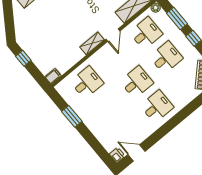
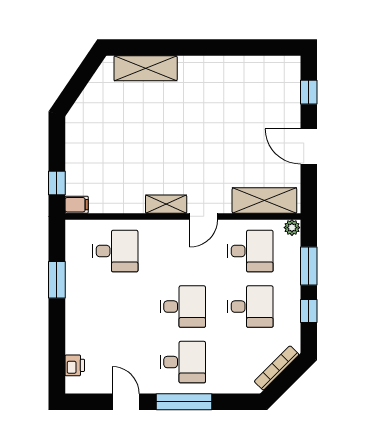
window: (23, 58) -> (57, 183), moved
window: (172, 123) -> (184, 402), added
door: (137, 153) -> (126, 402), moved
printer: (117, 155) -> (75, 365), moved

